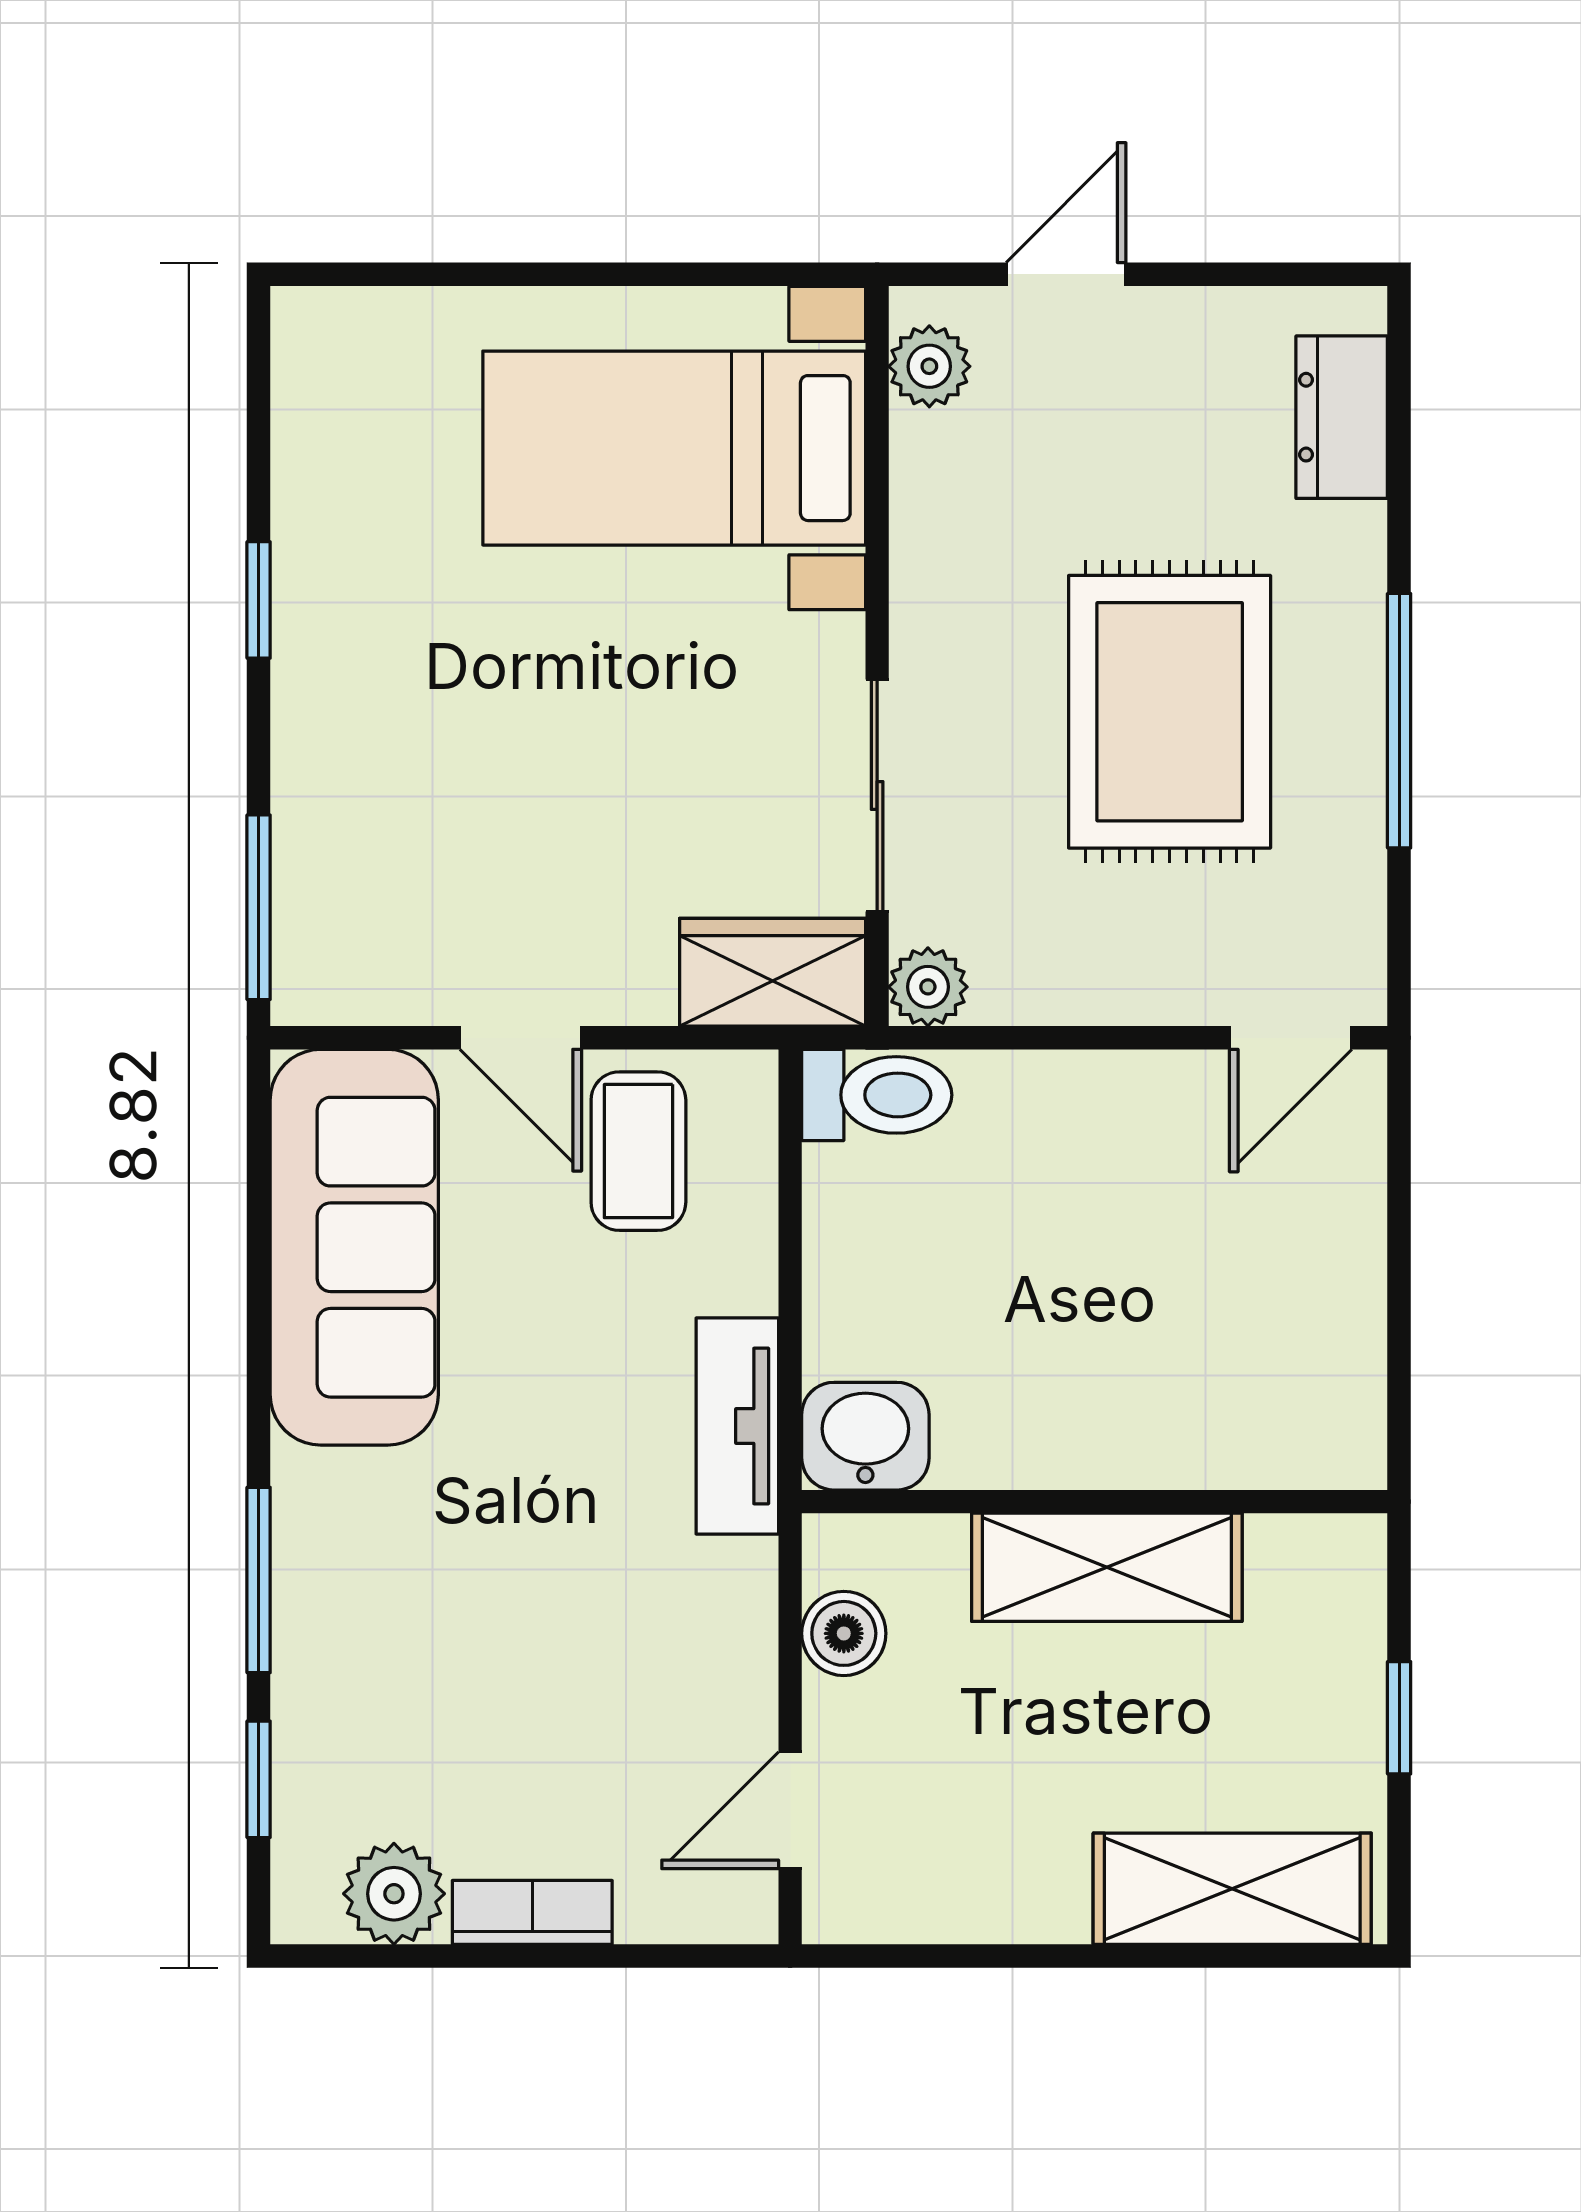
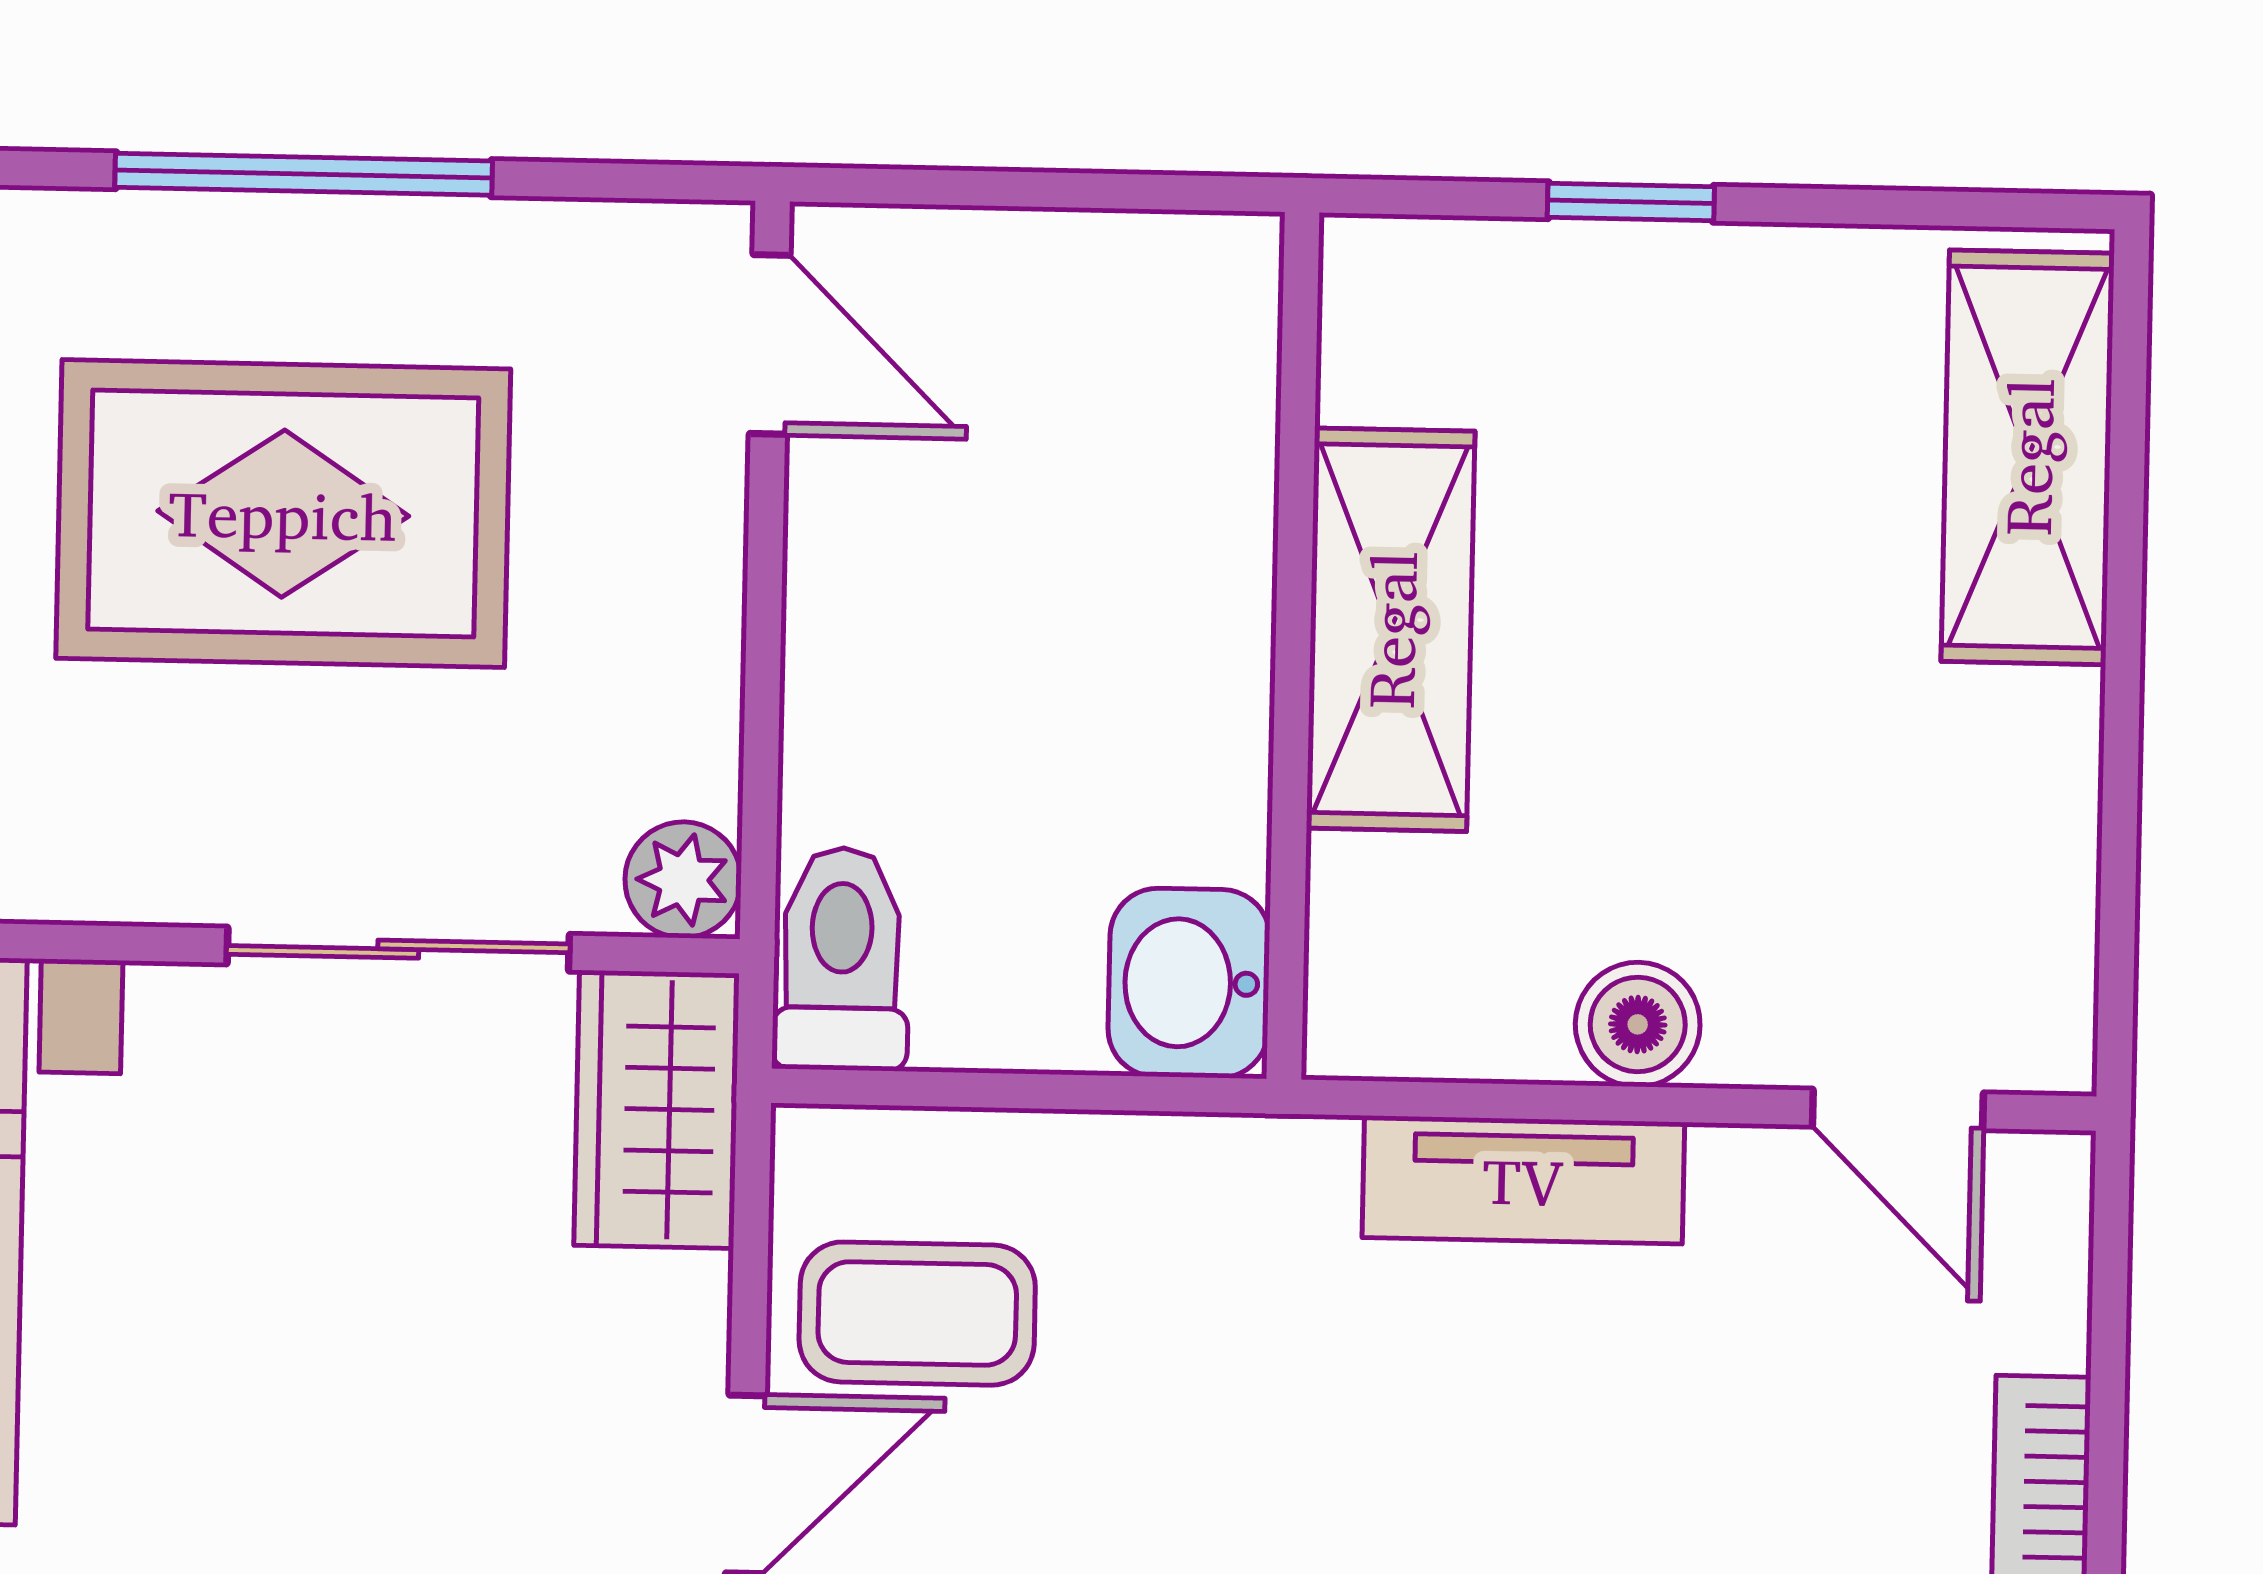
tv unit: (737, 1426) -> (1523, 1180), moved
washbasin: (865, 1436) -> (1189, 983), moved
wall: (1095, 1502) -> (1293, 646), moved
shelving: (1107, 1567) -> (1391, 630), moved
window: (1399, 1718) -> (1631, 202), moved

